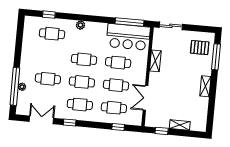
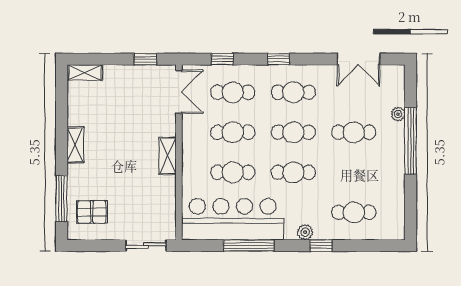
window: (49, 15) -> (321, 246), moved
window: (130, 22) -> (249, 246), moved
bar counter: (128, 37) -> (233, 219), width x1.36
shelving: (155, 61) -> (168, 156), moved
window: (15, 86) -> (411, 141), moved
double door: (145, 98) -> (179, 92), moved
window: (70, 122) -> (278, 59), moved
shelving: (180, 125) -> (85, 73), moved

